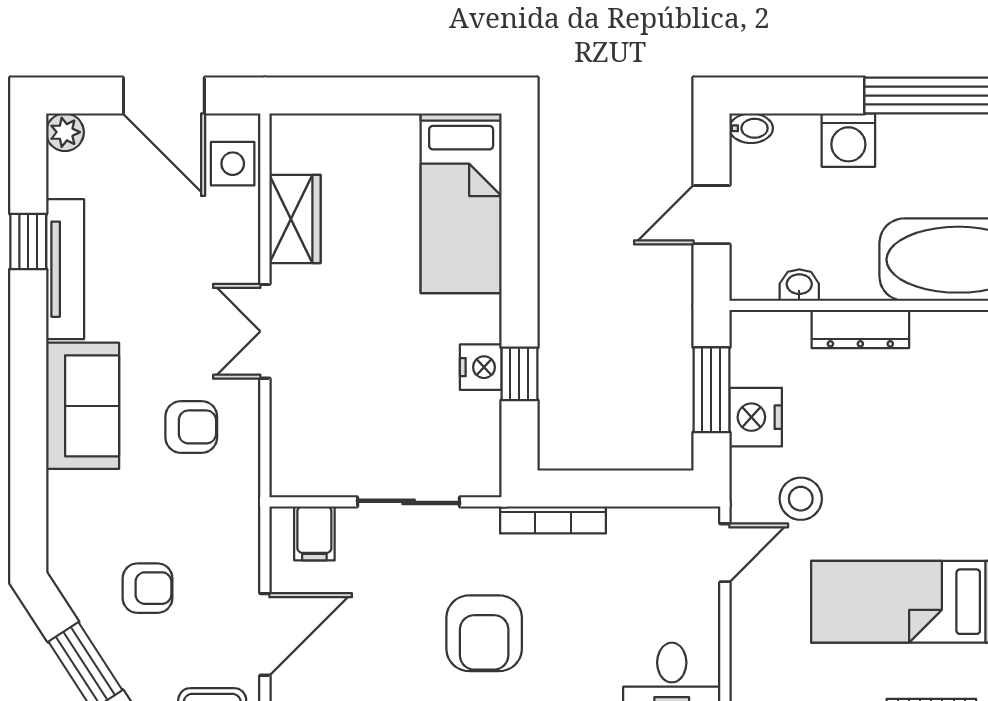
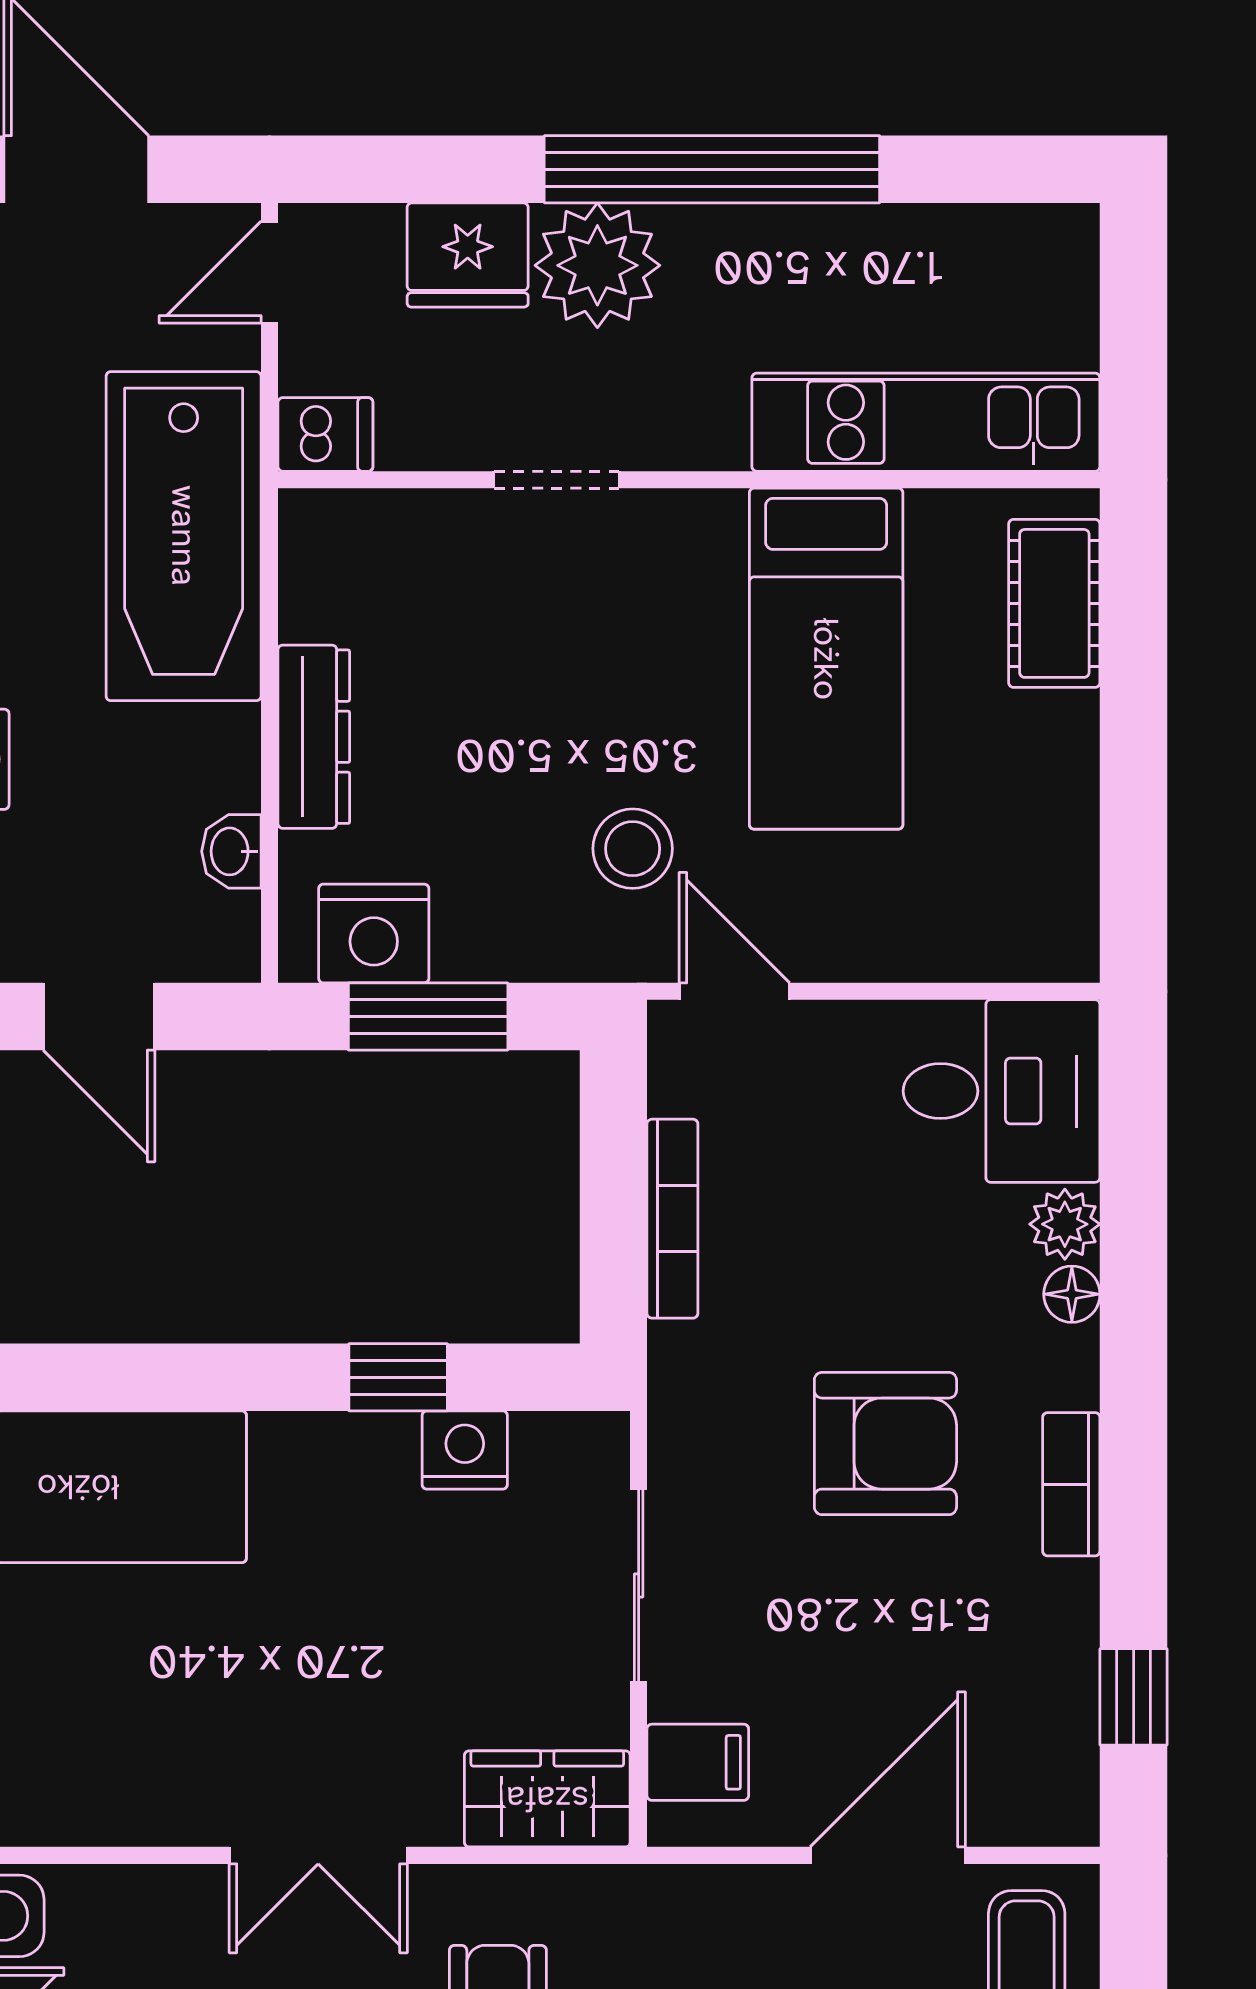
wardrobe: (295, 219) -> (547, 1799), moved
nightstand: (481, 367) -> (465, 1450), moved
nightstand: (756, 417) -> (374, 934), moved
bookcase: (553, 520) -> (672, 1219), moved
door: (265, 634) -> (888, 1855), hinge flipped

